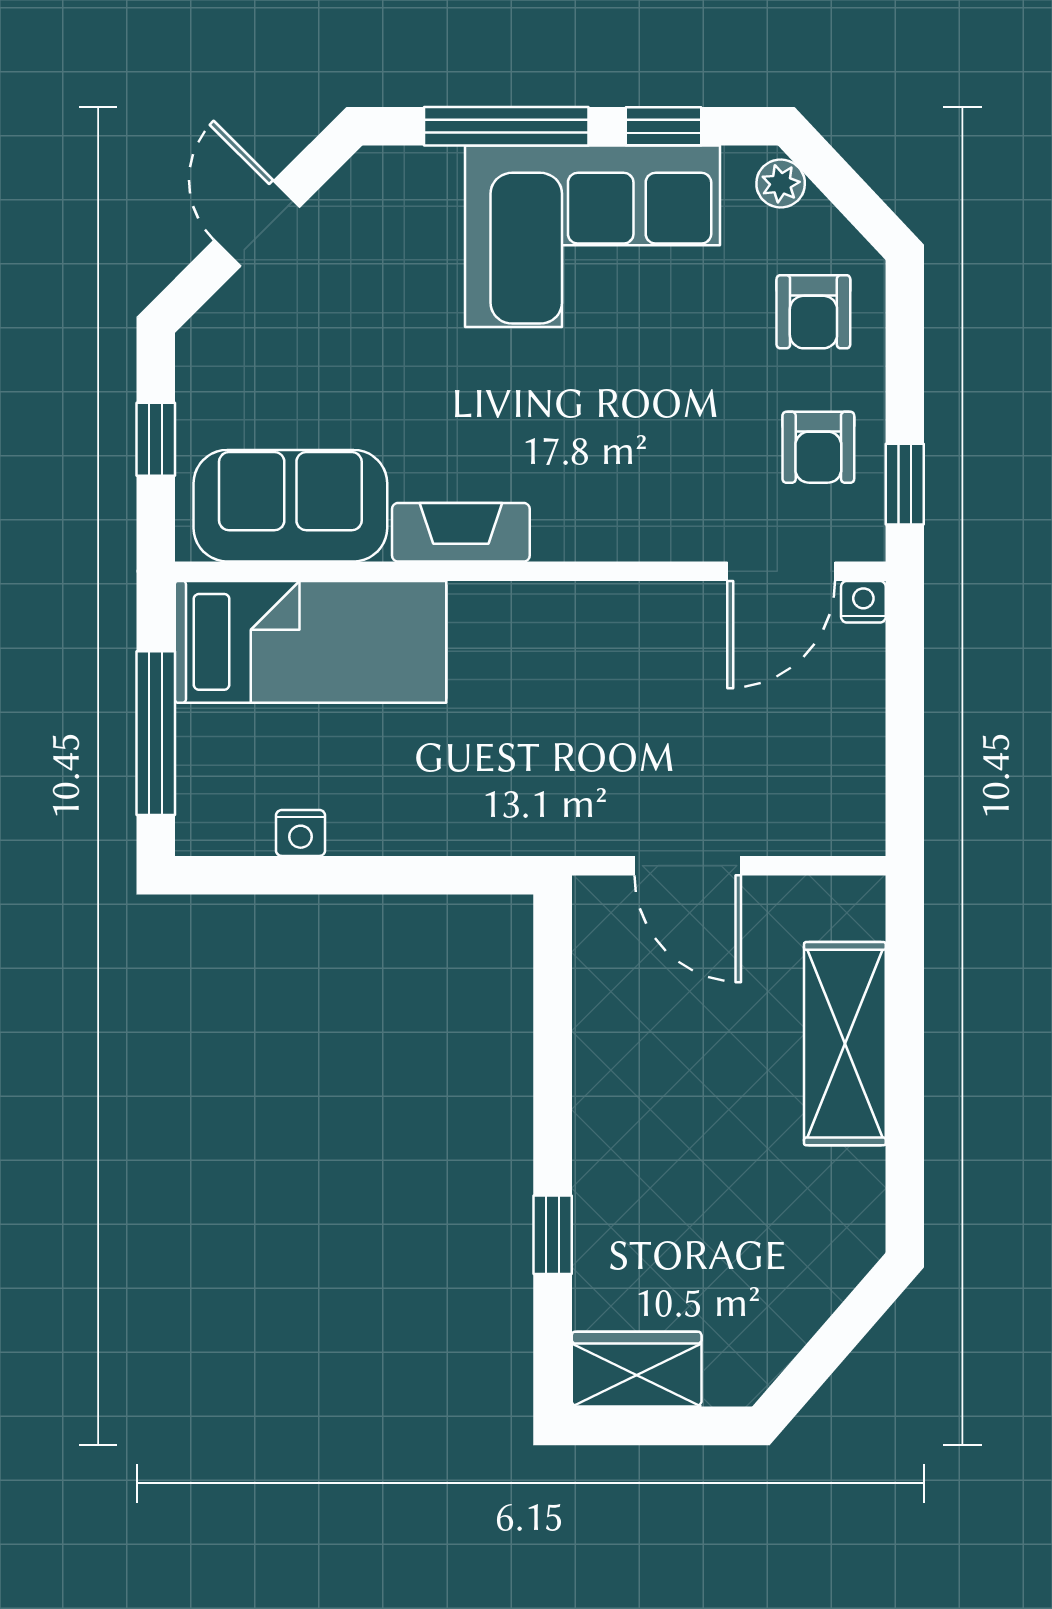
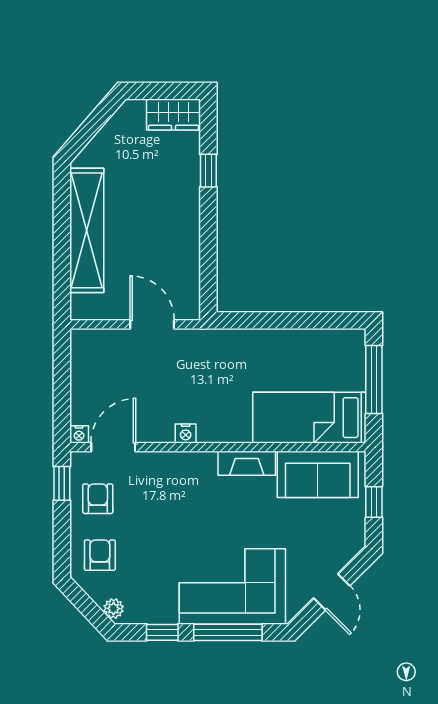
corner sofa: (592, 236) -> (232, 587), moved
nightstand: (301, 833) -> (186, 433), moved, turned 180
shelving: (845, 1044) -> (87, 230), width x1.47

